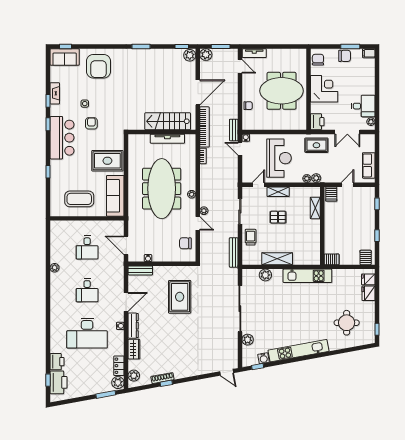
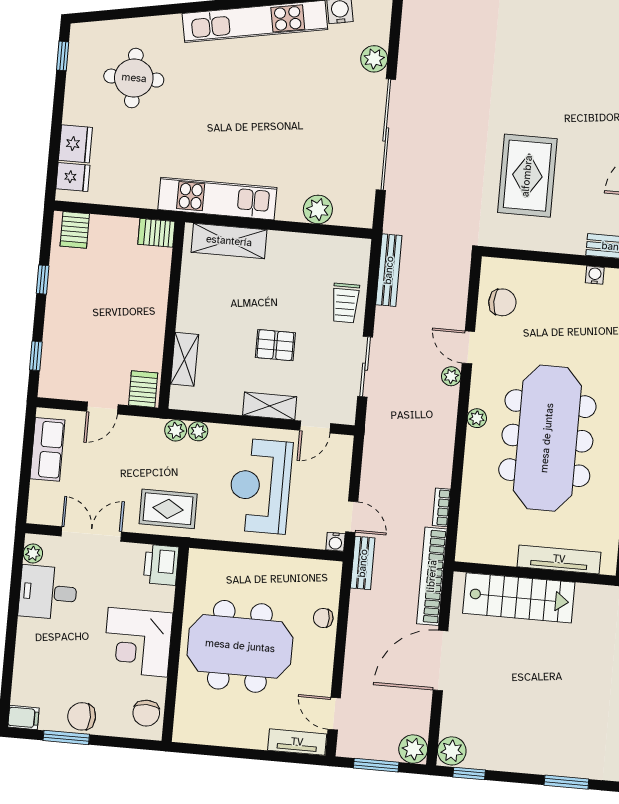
tv unit: (167, 139) -> (559, 559), moved
shelving: (277, 259) -> (229, 241), moved

